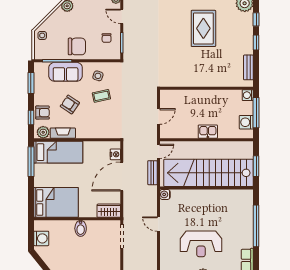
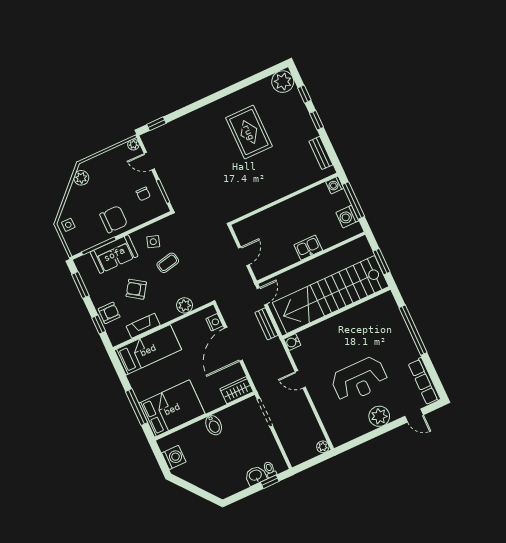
plant: (43, 132) -> (185, 305), moved
window: (31, 162) -> (137, 407), moved

